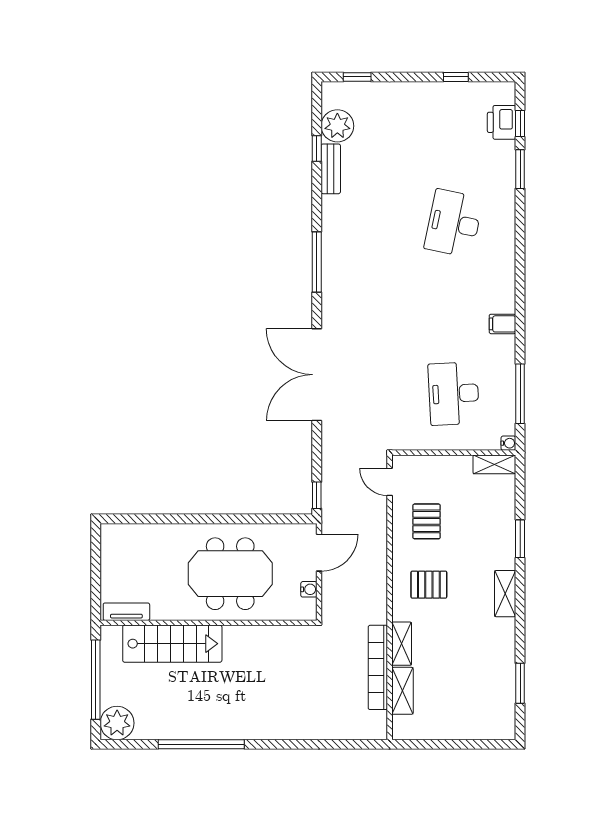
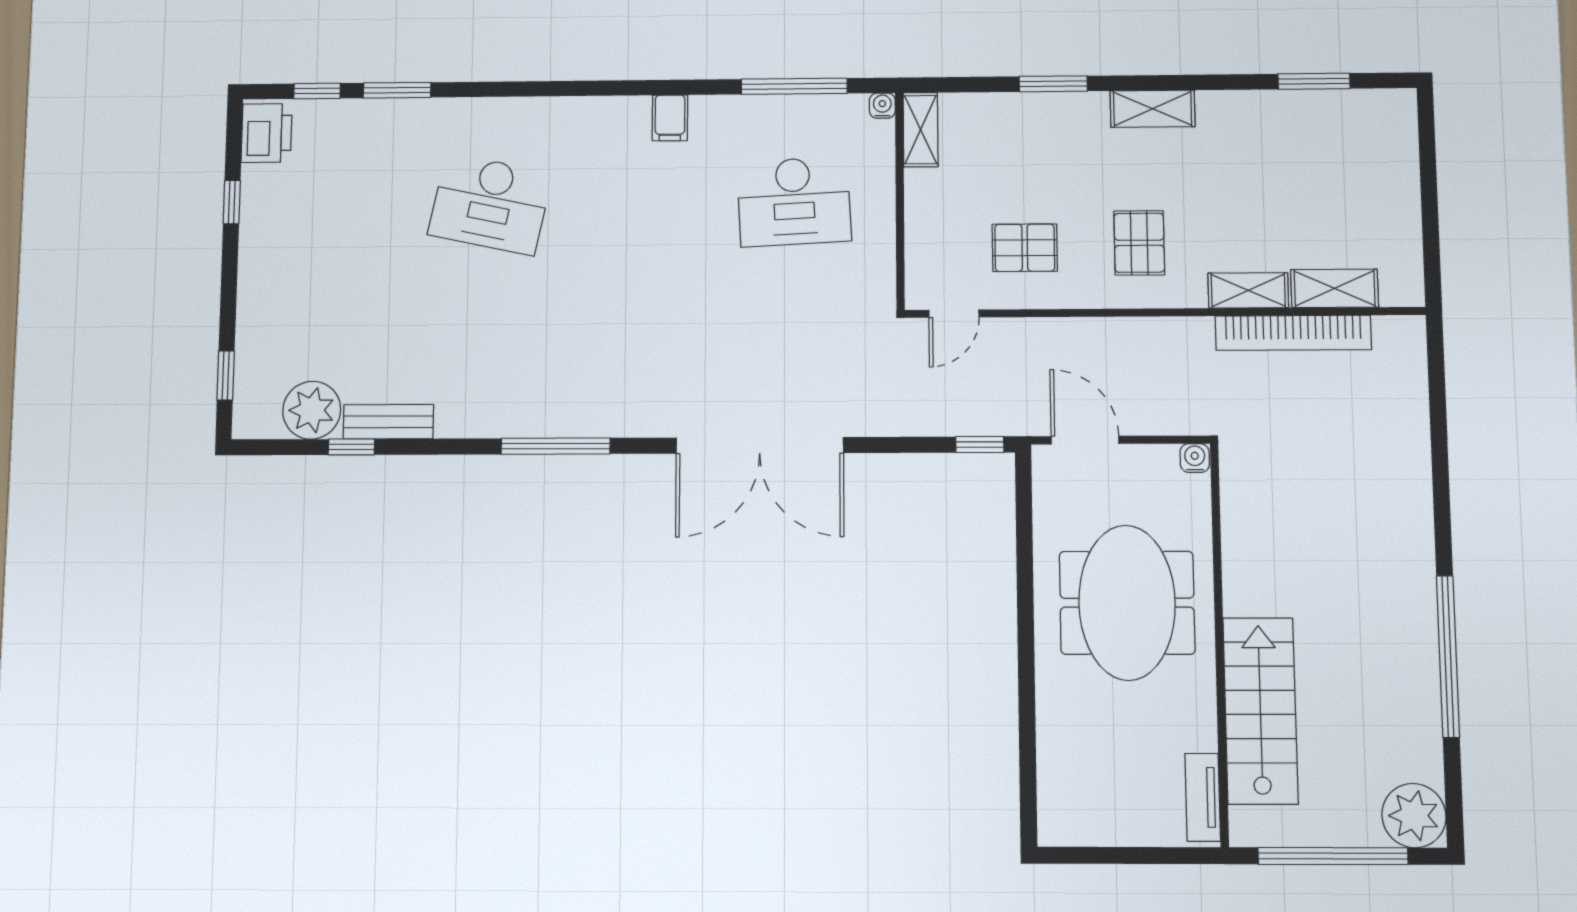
printer: (502, 122) -> (267, 133), moved, turned -90
water cooler: (309, 589) -> (1195, 458), moved

